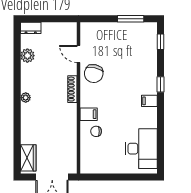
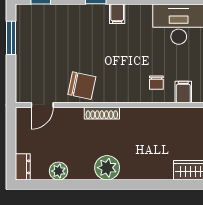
door: (79, 54) -> (42, 105), moved
plant: (26, 98) -> (107, 168), width x1.88, depth x1.88
filing cabinet: (89, 114) -> (183, 92), moved

